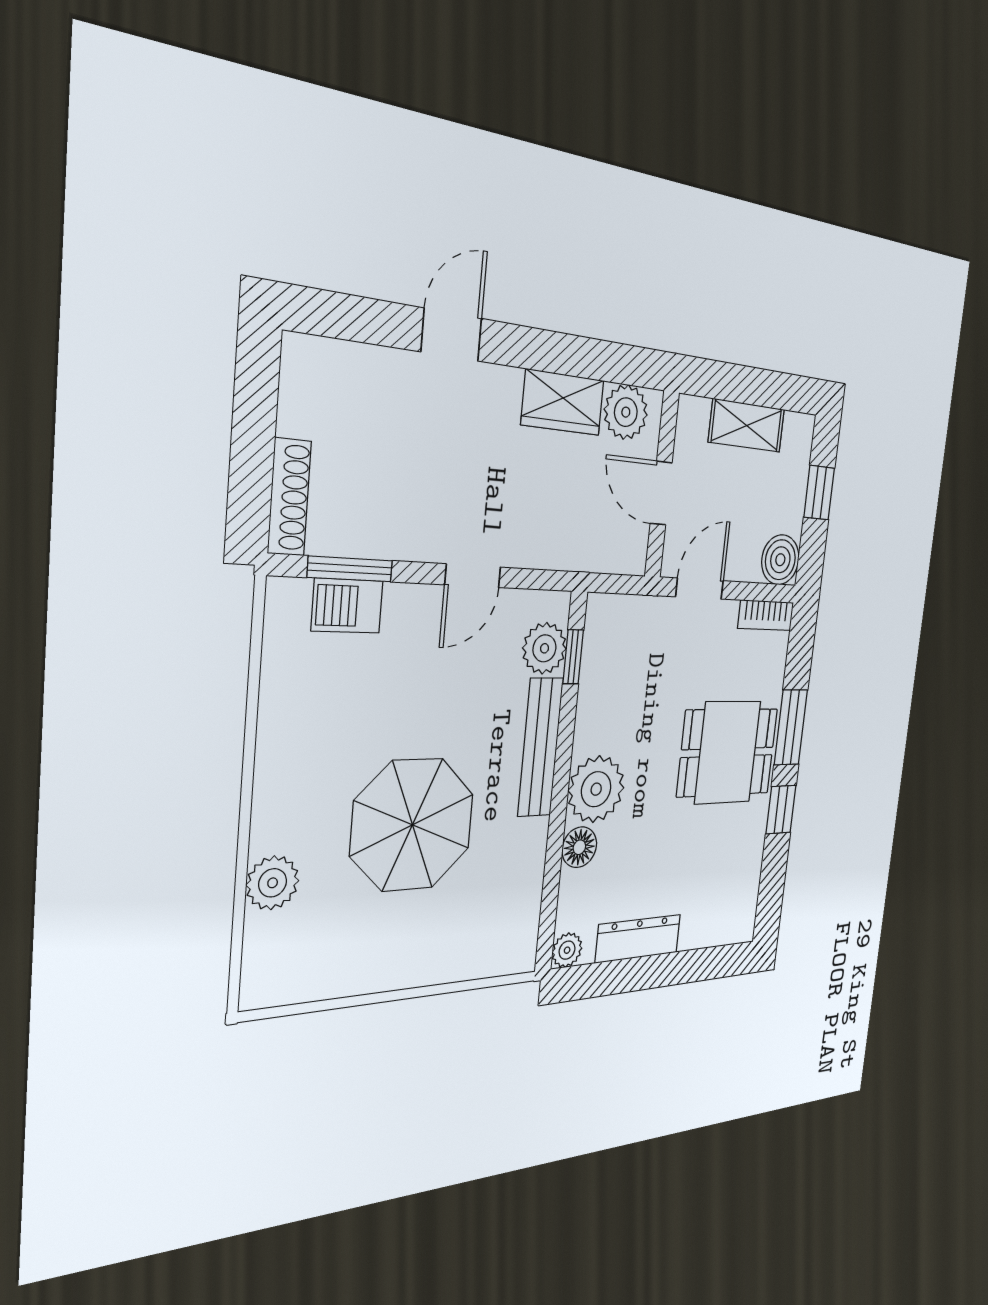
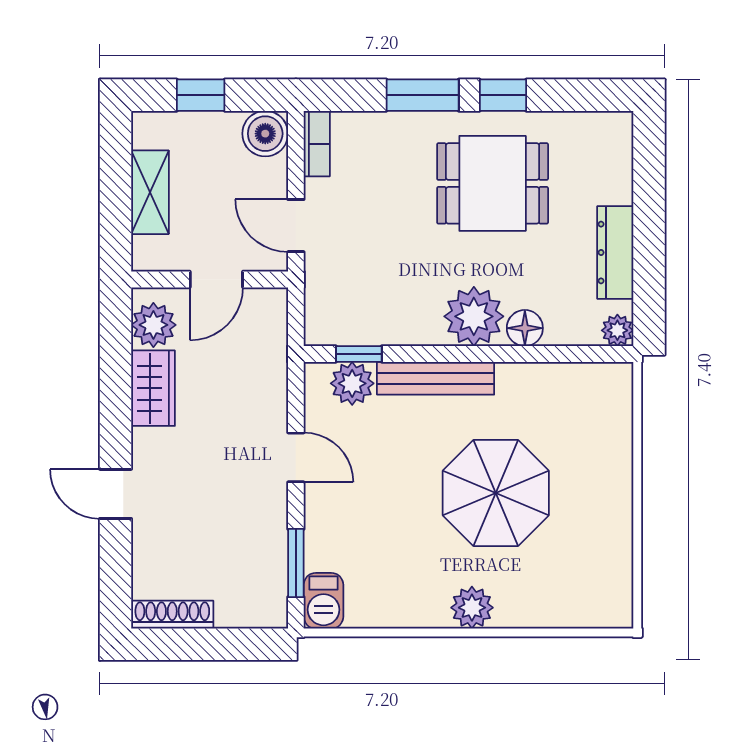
shoe rack: (289, 497) -> (172, 615), moved
barbecue: (347, 606) -> (324, 601), moved
dining table: (728, 752) -> (493, 183), moved, turned 90
plant: (273, 883) -> (472, 608), moved

